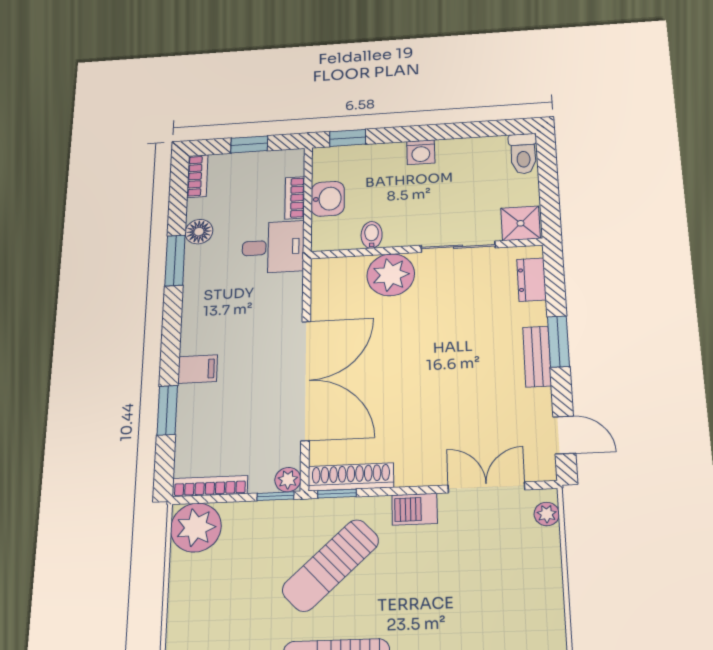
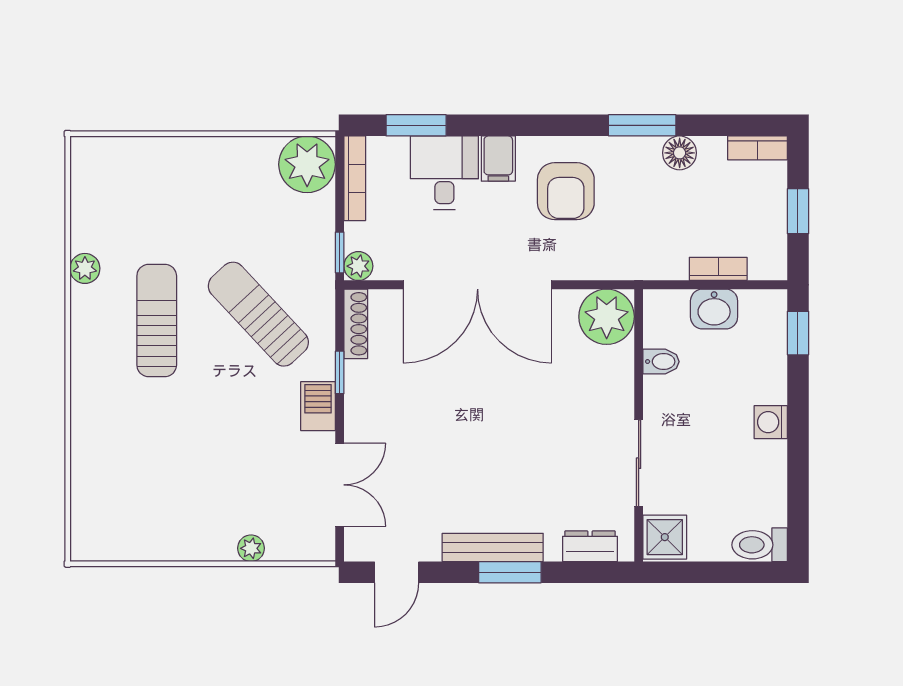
desk: (273, 247) -> (444, 173), moved, turned 180
plant: (391, 275) -> (607, 317), moved
armchair: (227, 315) -> (566, 191), added
bench: (537, 356) -> (493, 547), width x1.36
window: (167, 410) -> (416, 125), moved
shoe rack: (351, 477) -> (356, 324), width x0.74, depth x0.81
window: (337, 494) -> (340, 372), moved
plant: (547, 514) -> (251, 548), moved

